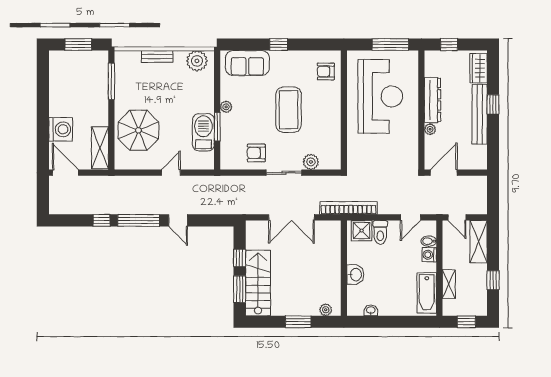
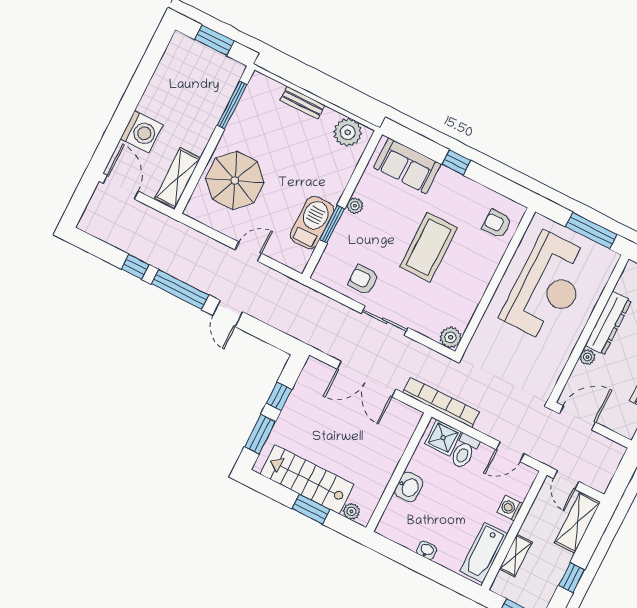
plant: (311, 162) -> (451, 337), moved
bidet: (429, 241) -> (518, 491), removed
stairs: (258, 283) -> (307, 479), moved, turned -90
washbasin: (371, 310) -> (427, 550), moved

